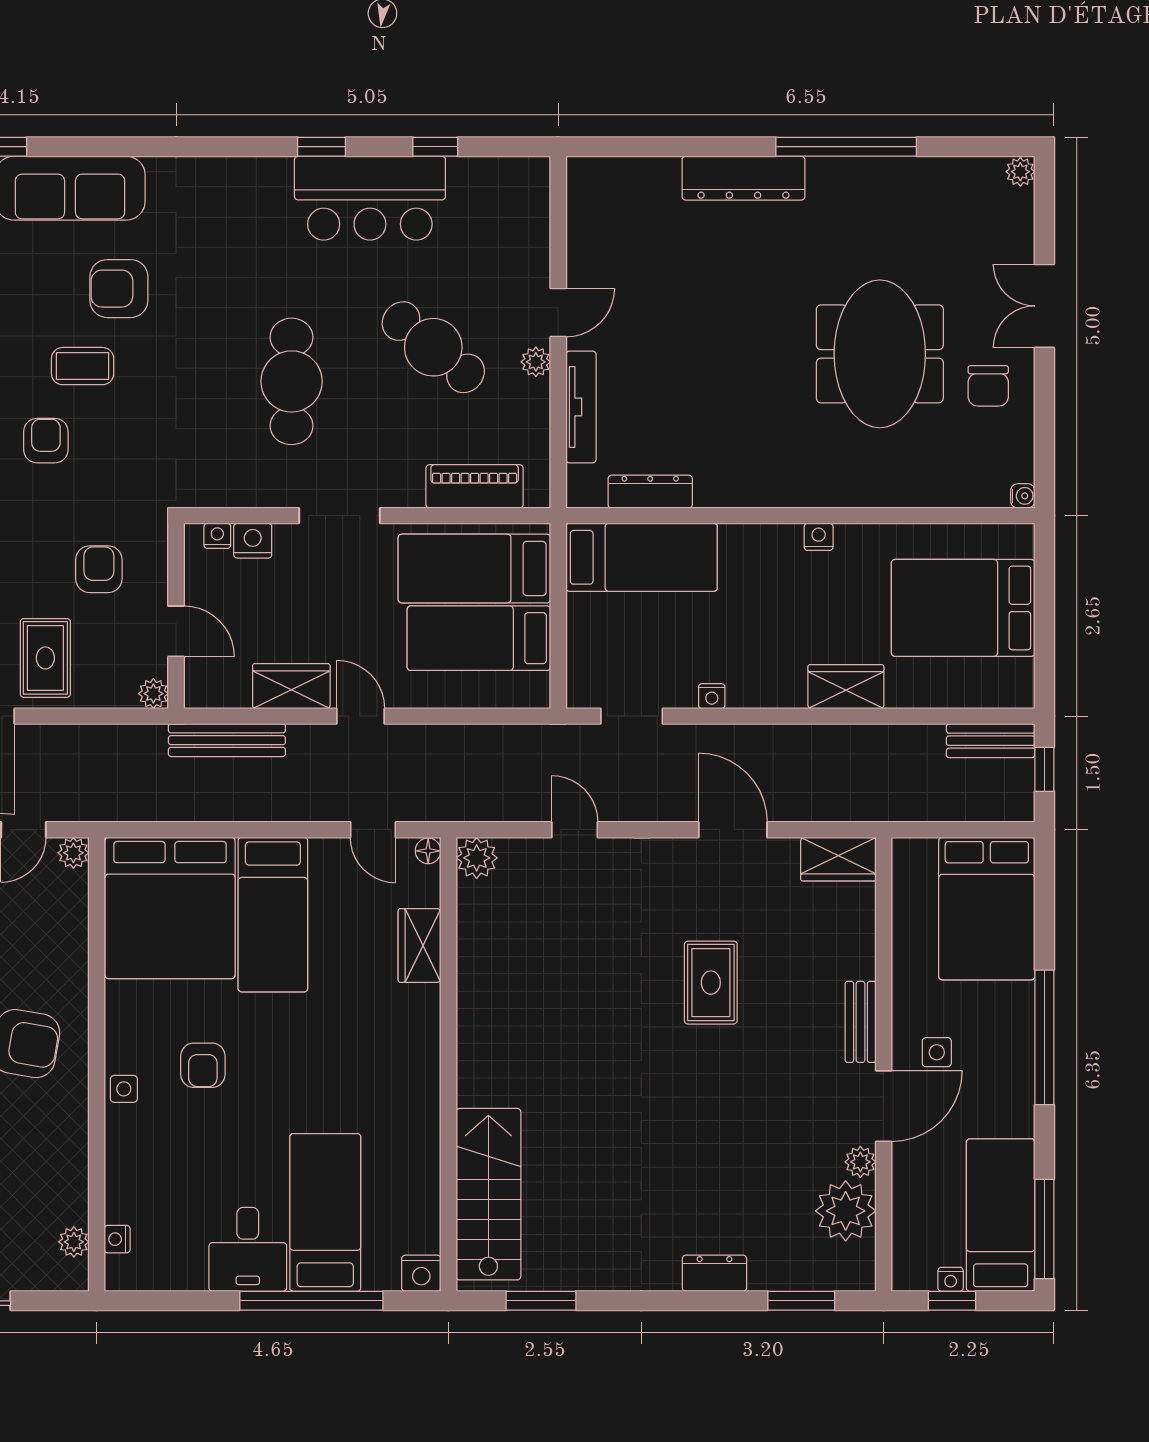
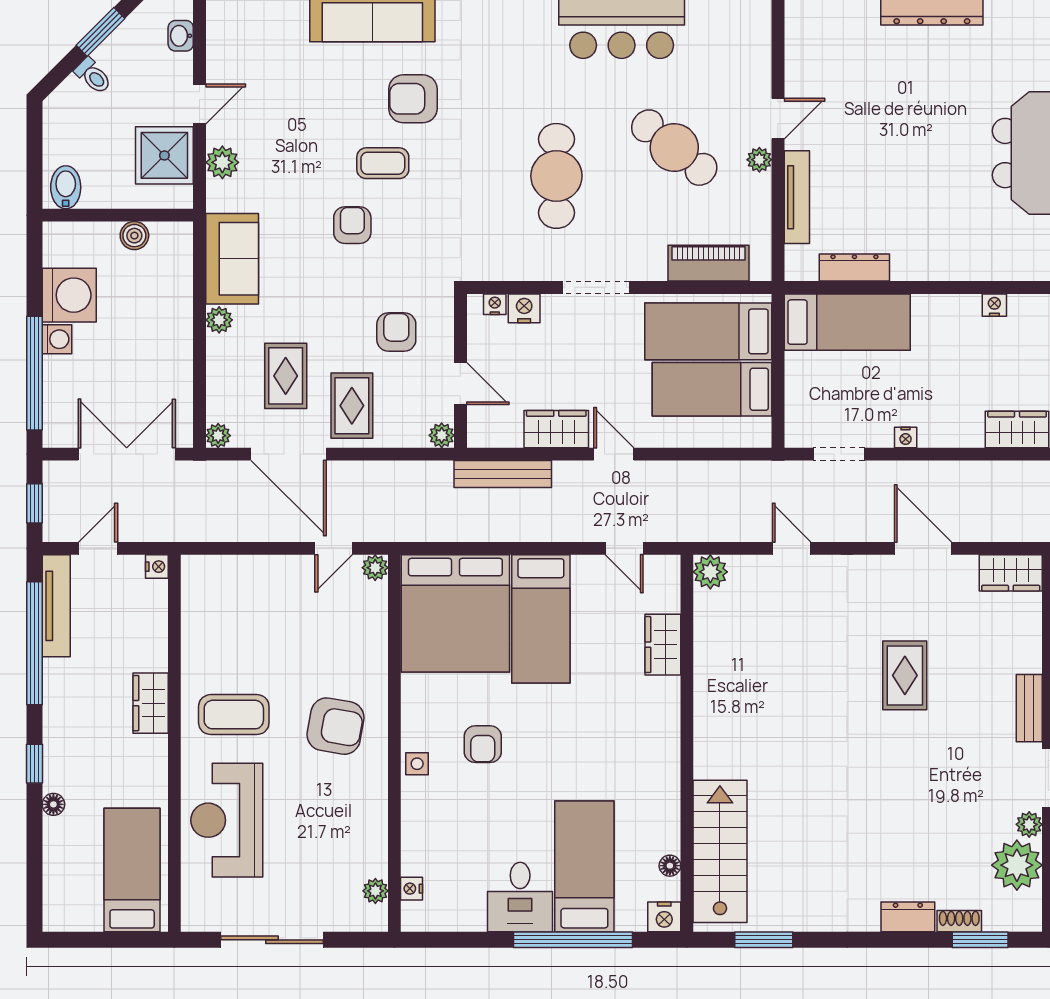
floor lamp: (428, 851) -> (670, 866), moved
shoe rack: (776, 1278) -> (959, 921), added

